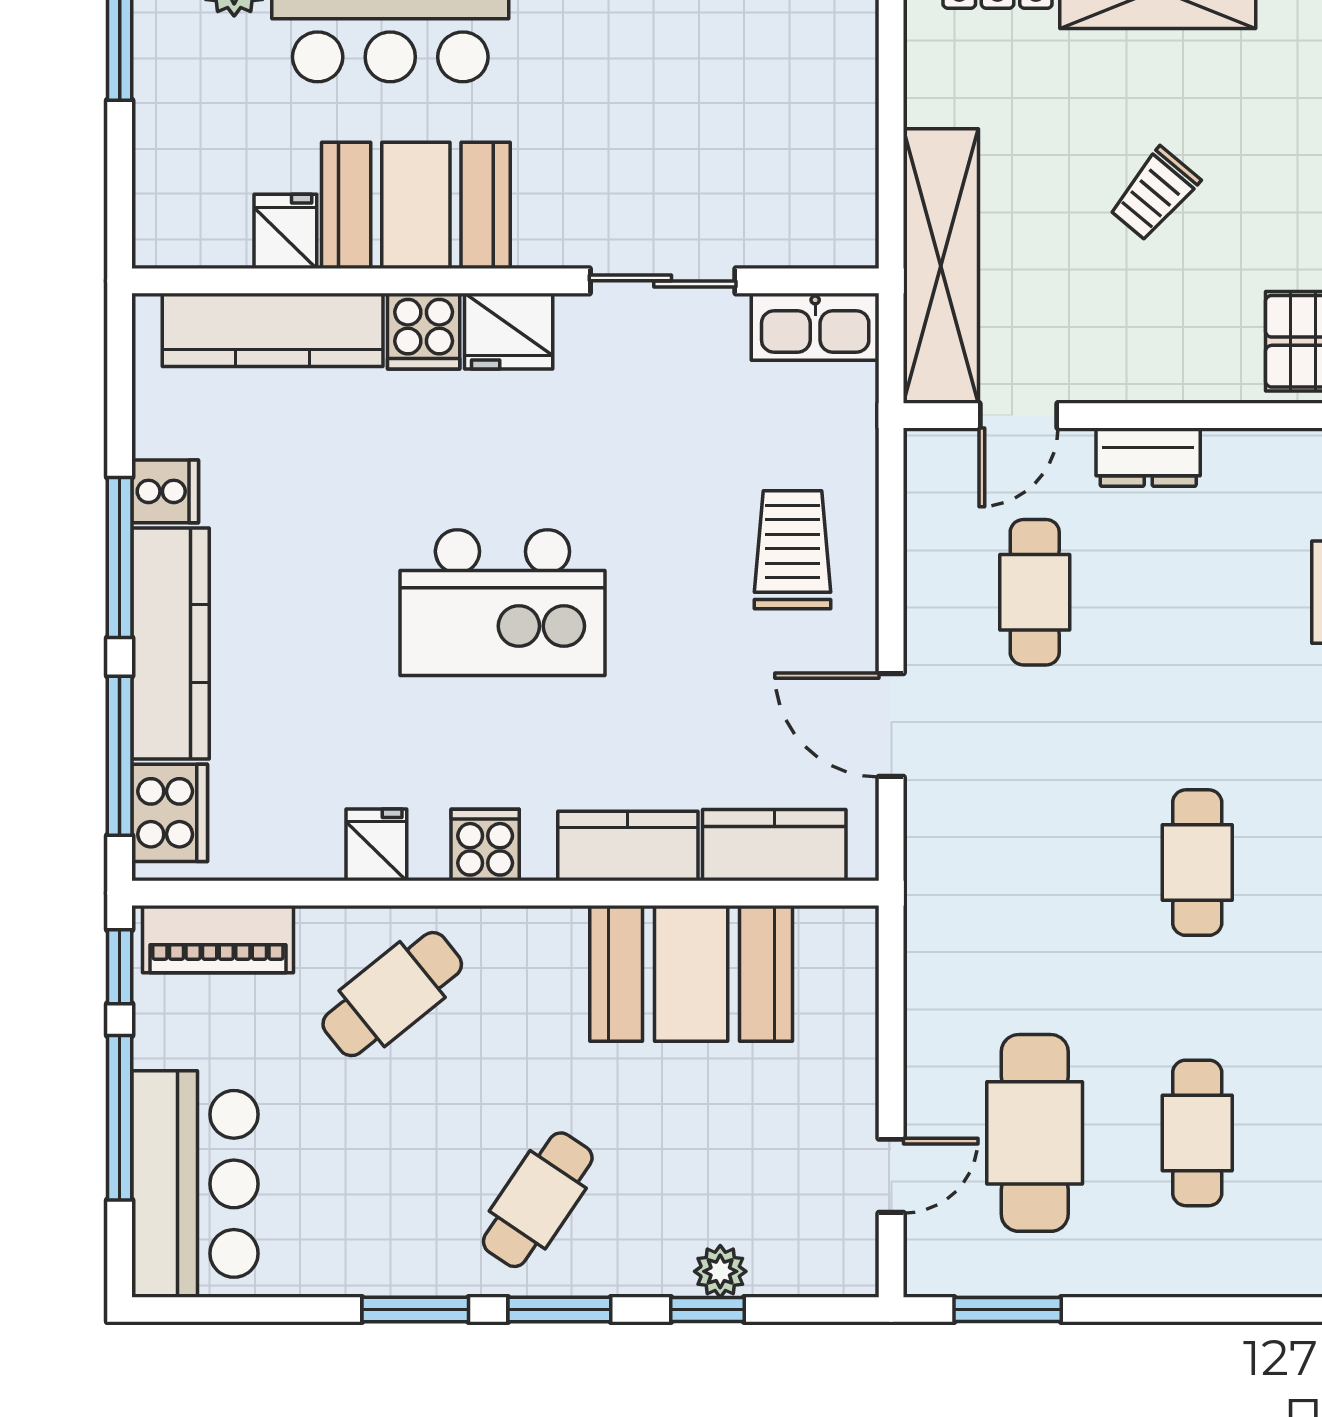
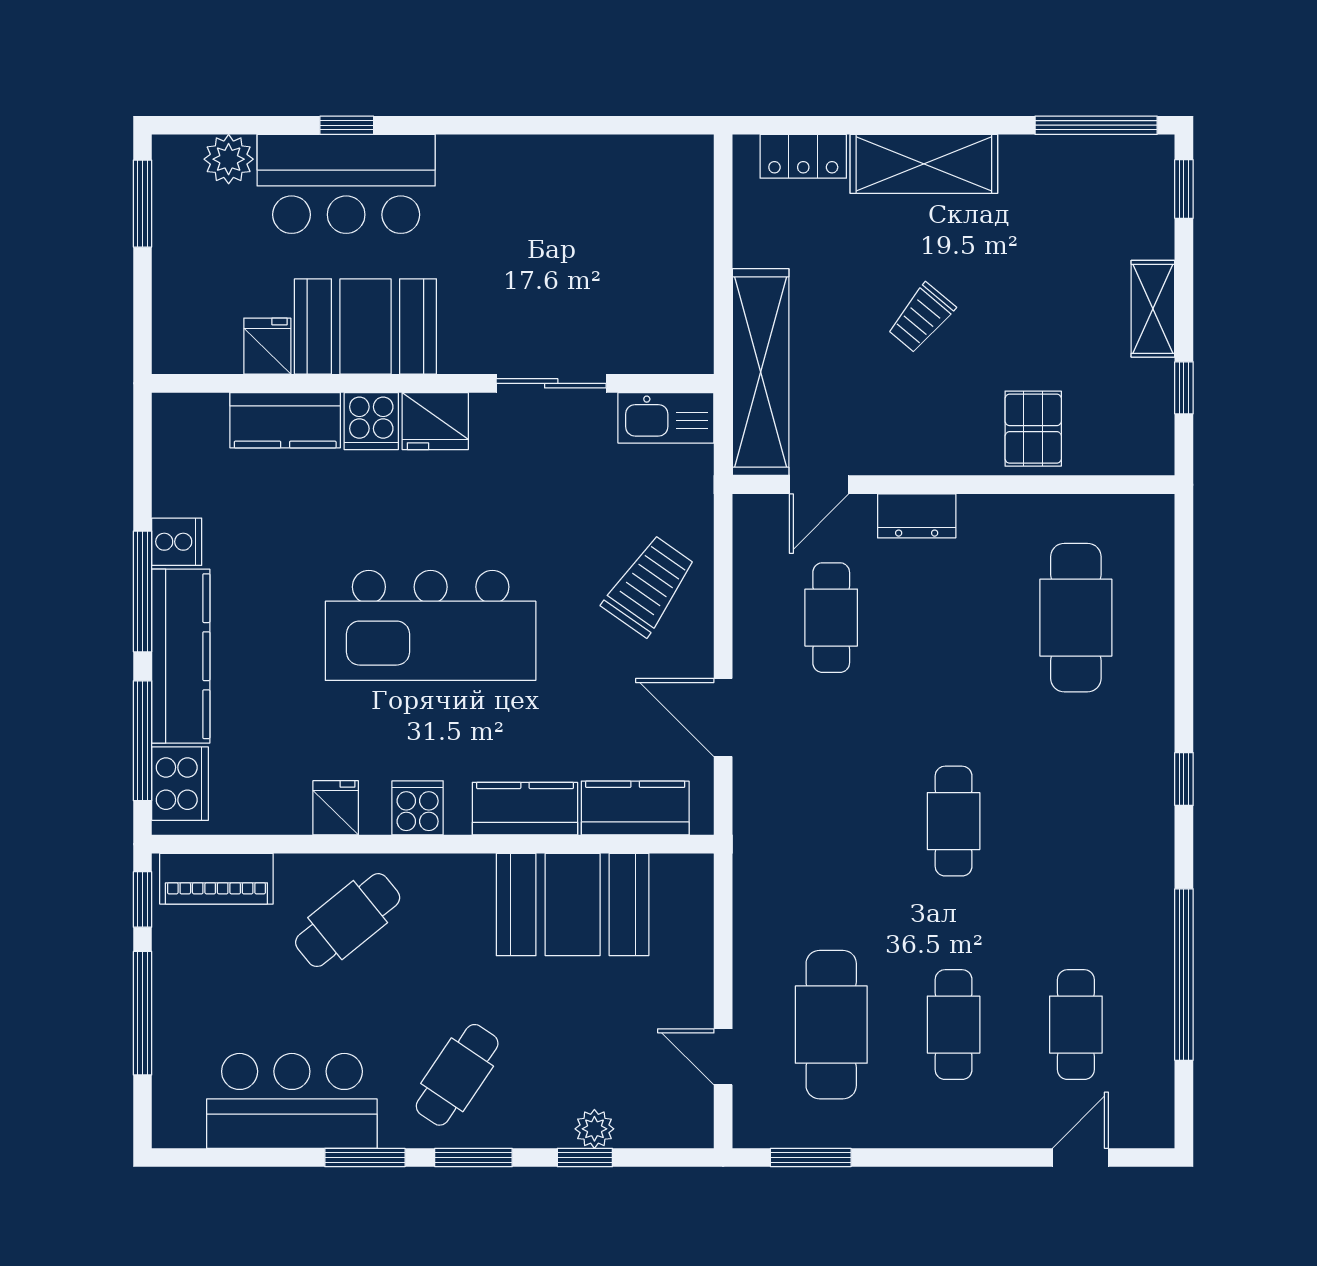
kitchen counter: (273, 330) -> (285, 420), width x0.67
trolley: (793, 550) -> (649, 586), turned 35
kitchen island: (502, 603) -> (431, 625), width x1.37
door: (891, 1176) -> (723, 1057), swing flipped
bar counter: (195, 1184) -> (292, 1101), moved, turned -90

